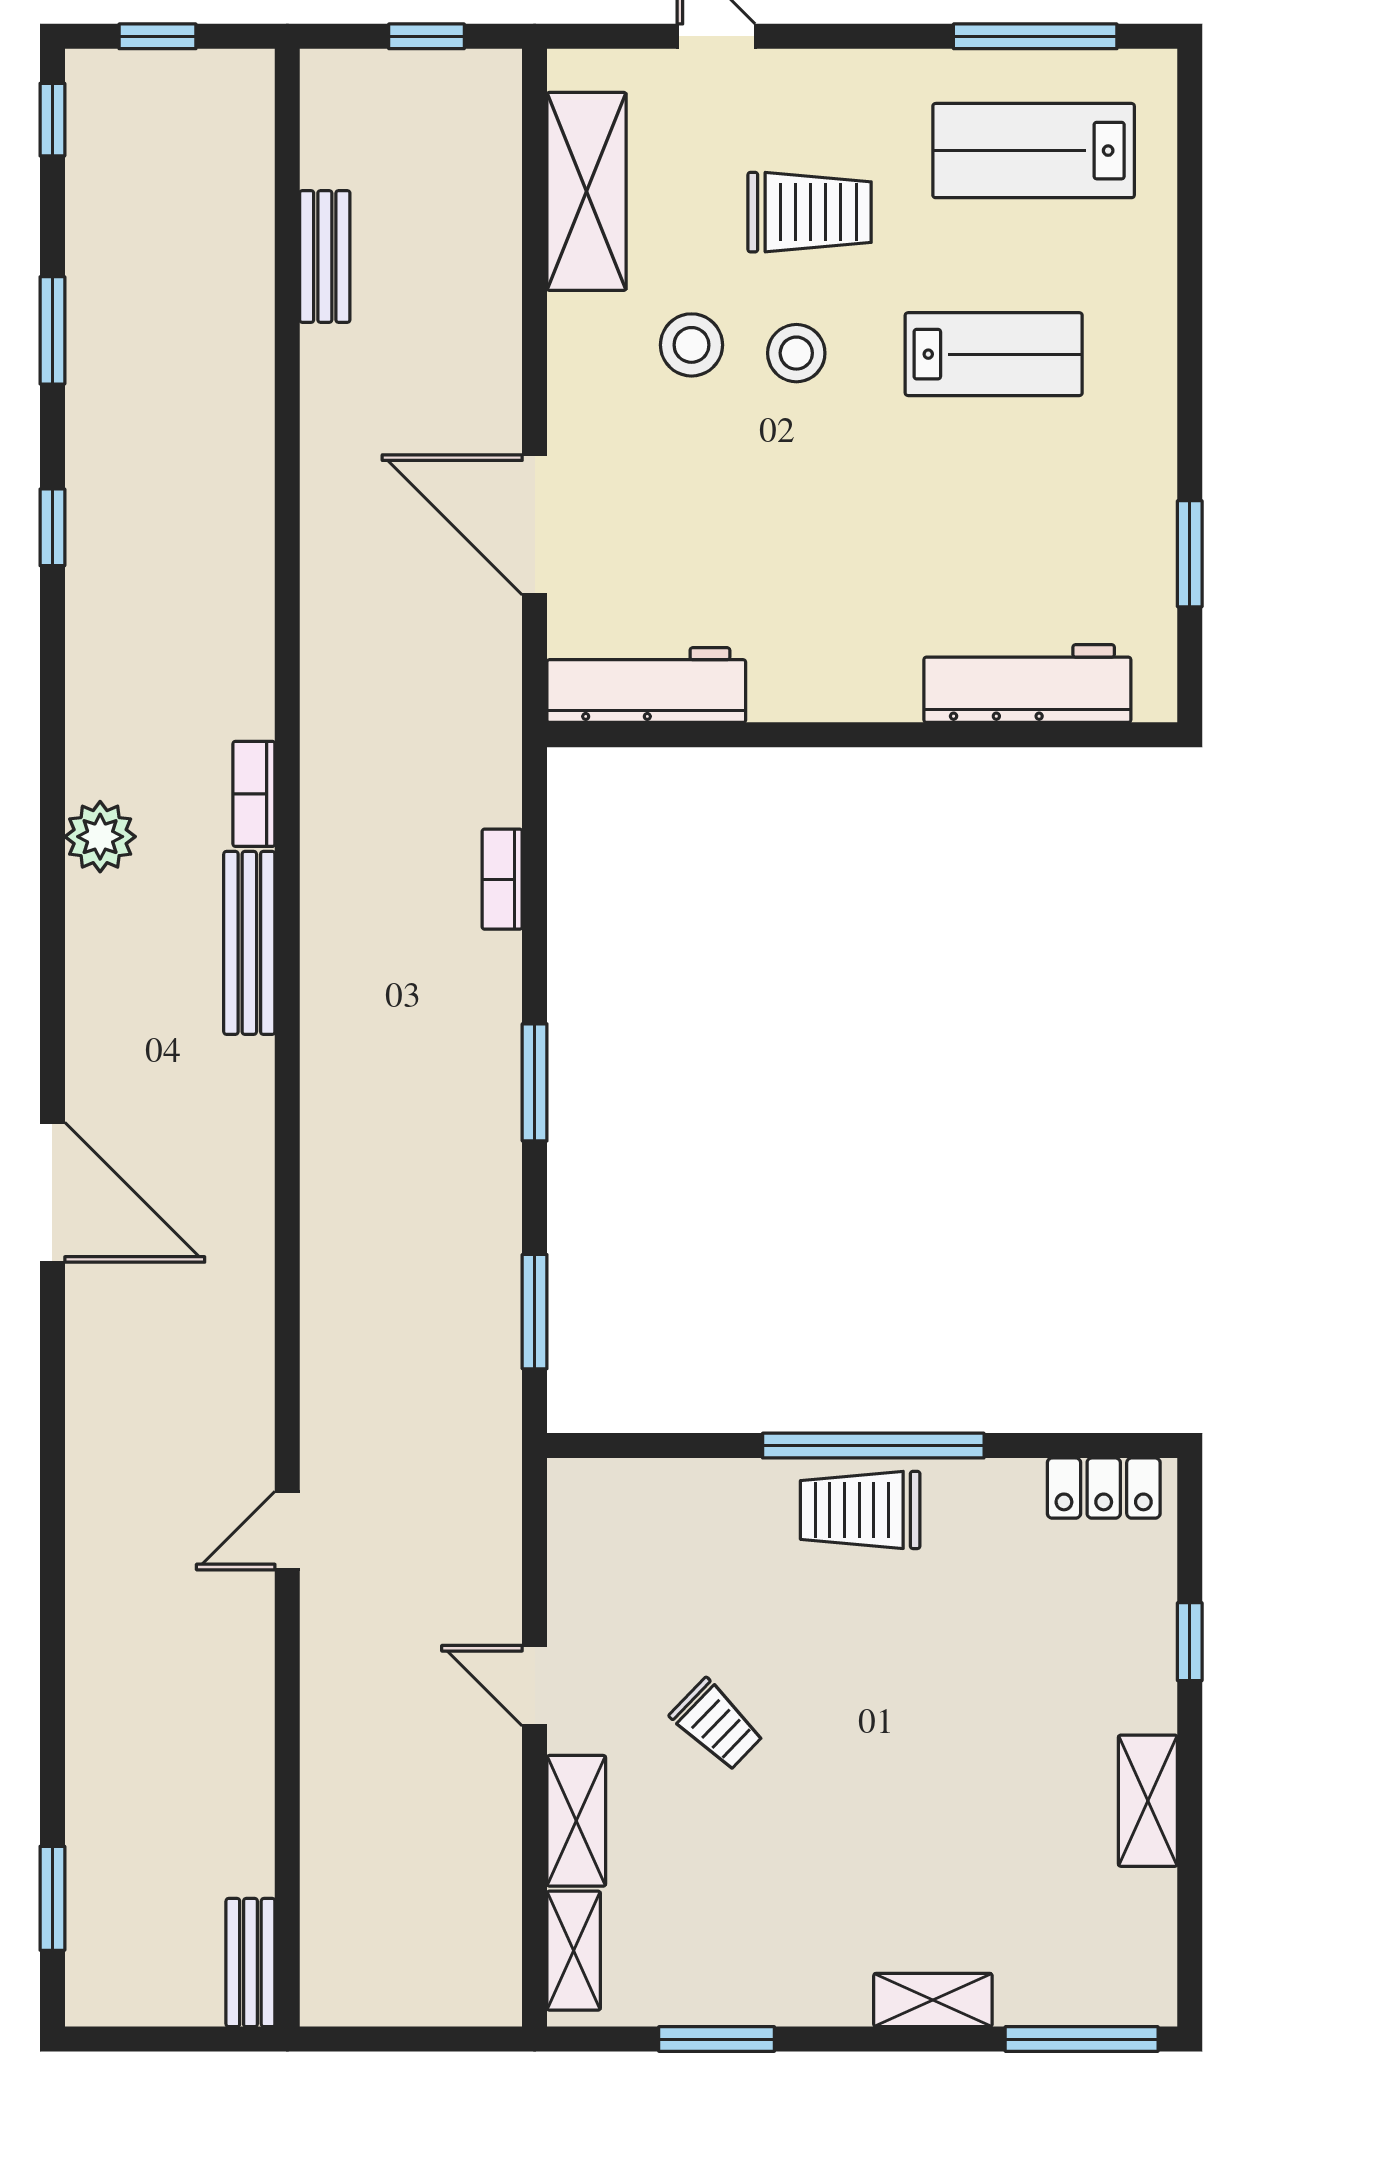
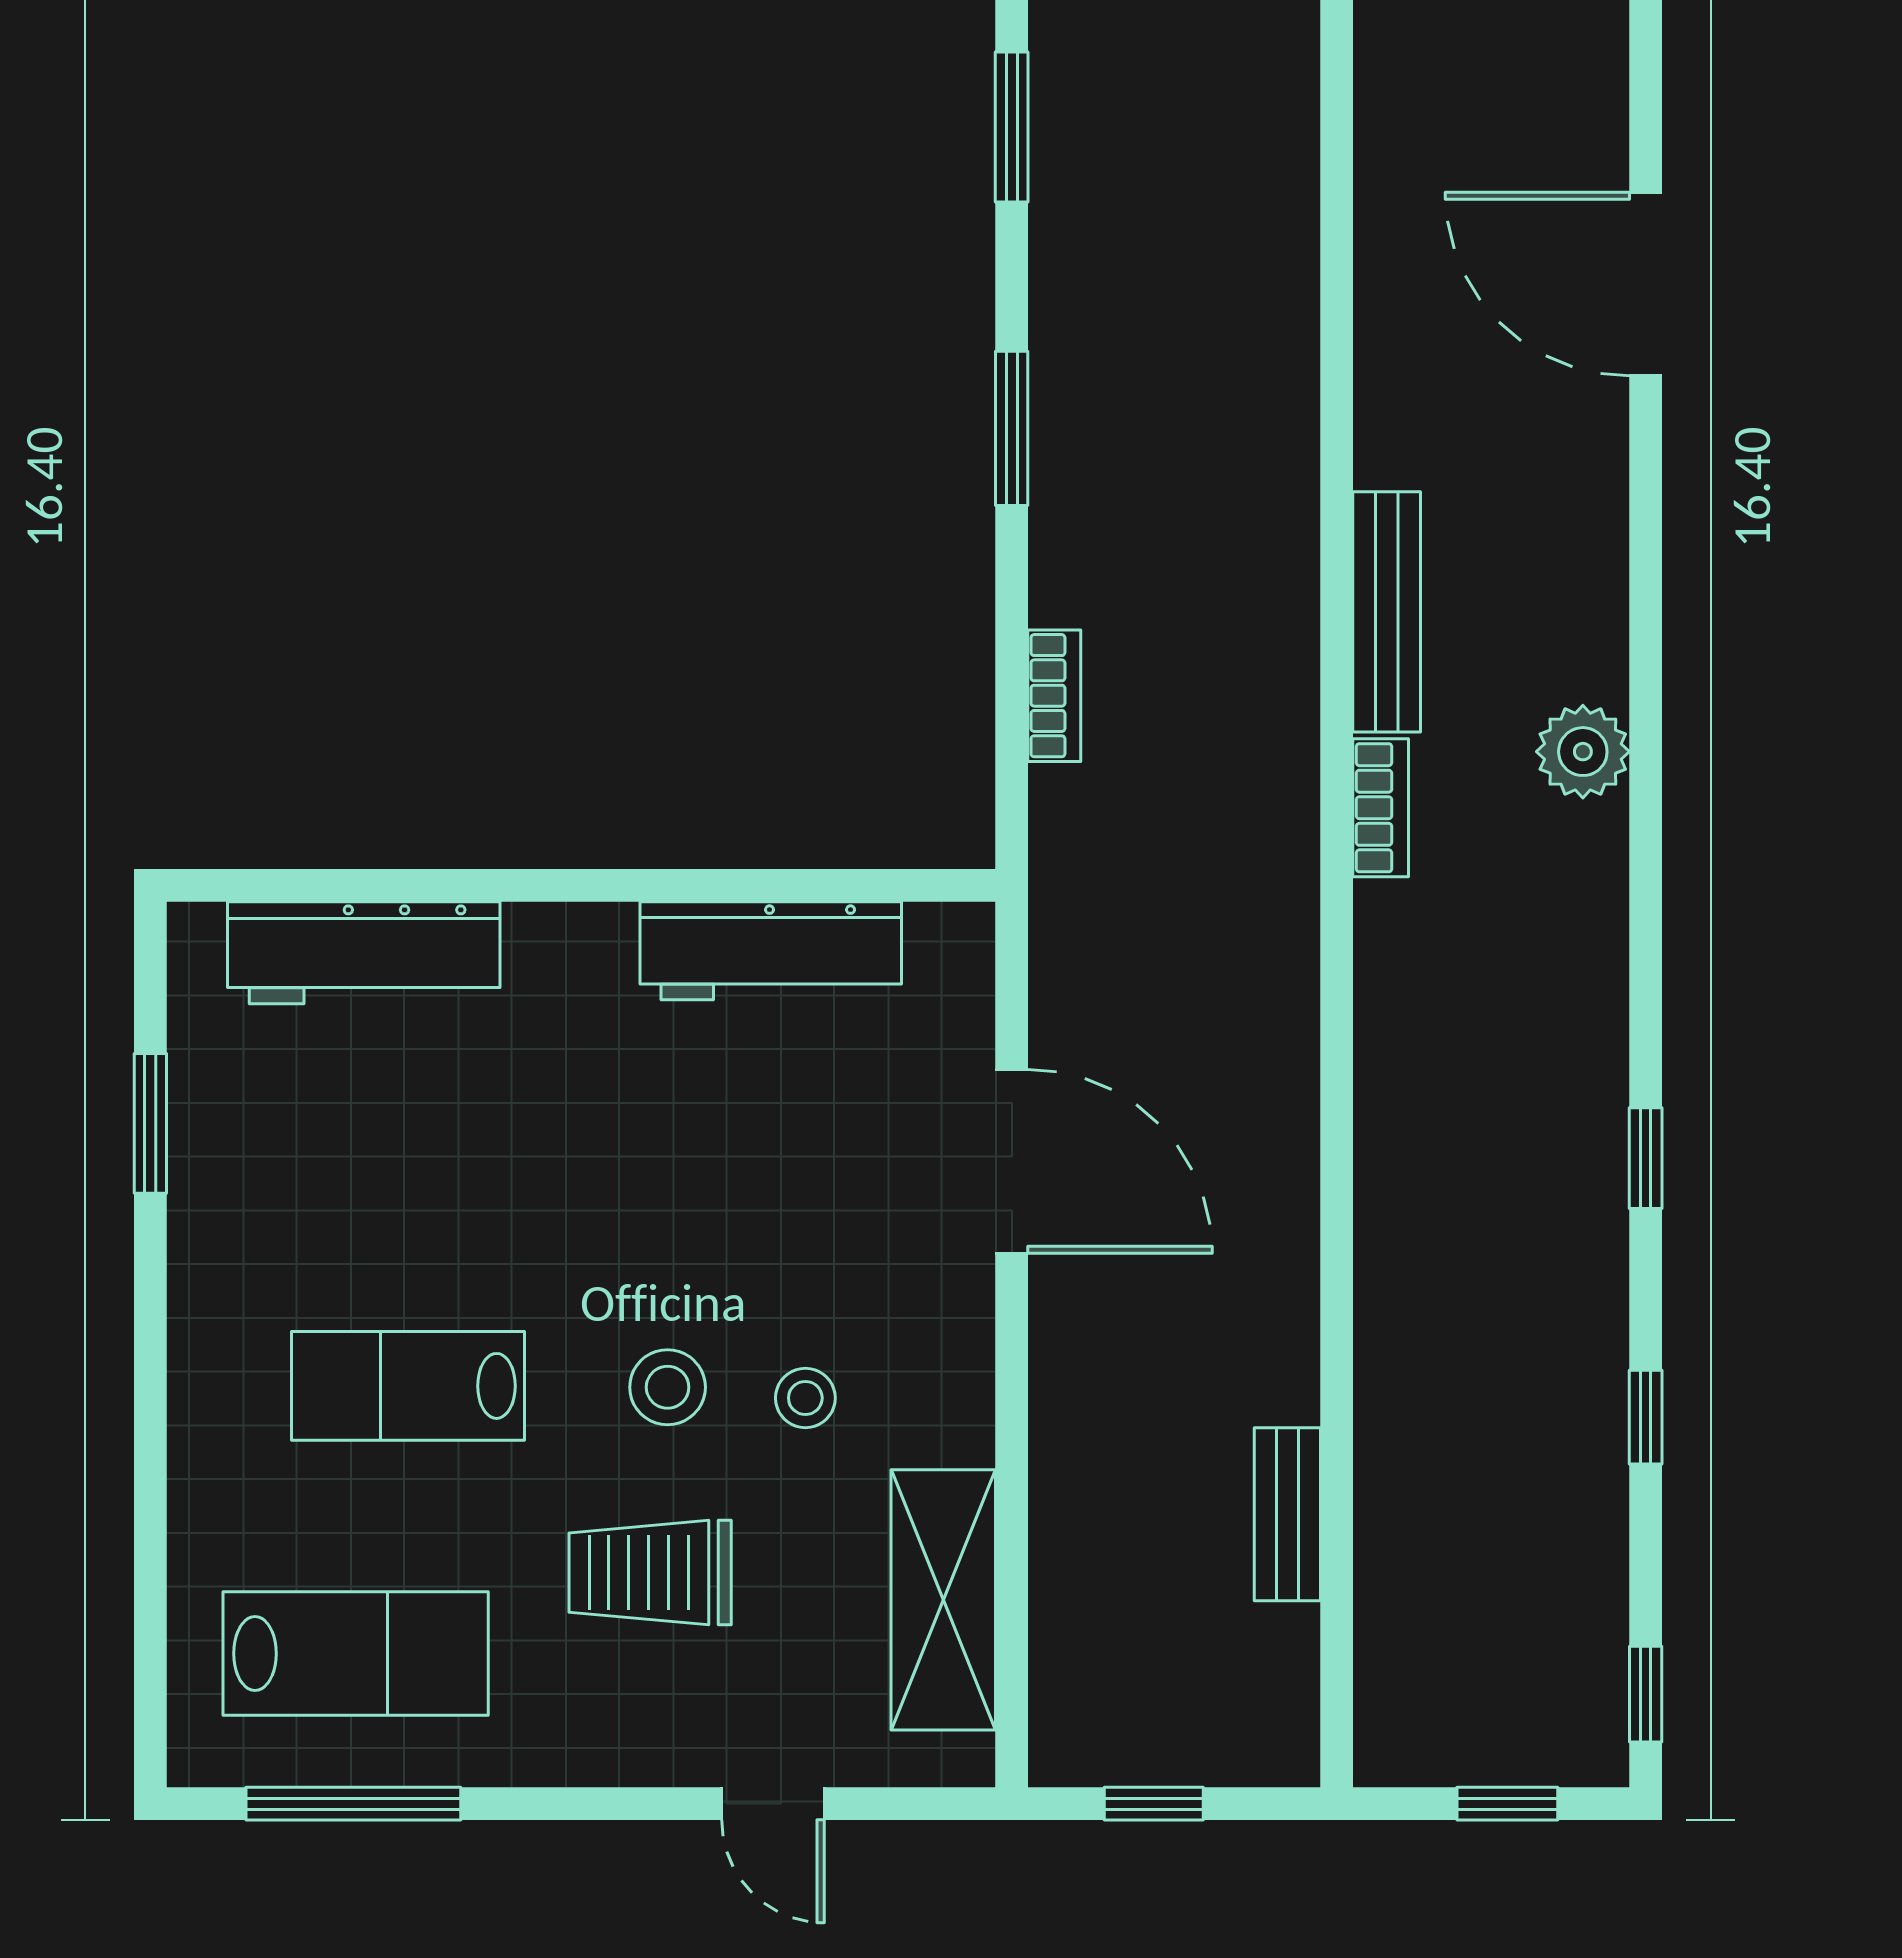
window: (52, 330) -> (1646, 1417), width x0.67
stool: (691, 345) -> (805, 1398), width x0.73, depth x0.73
workbench: (646, 685) -> (771, 951), moved

